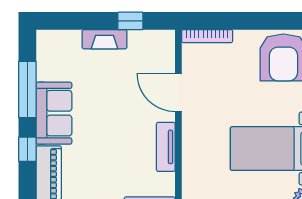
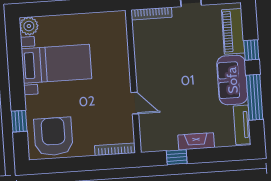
door: (178, 92) -> (135, 103), width x0.73
tv unit: (166, 147) -> (242, 125), moved, turned 180

